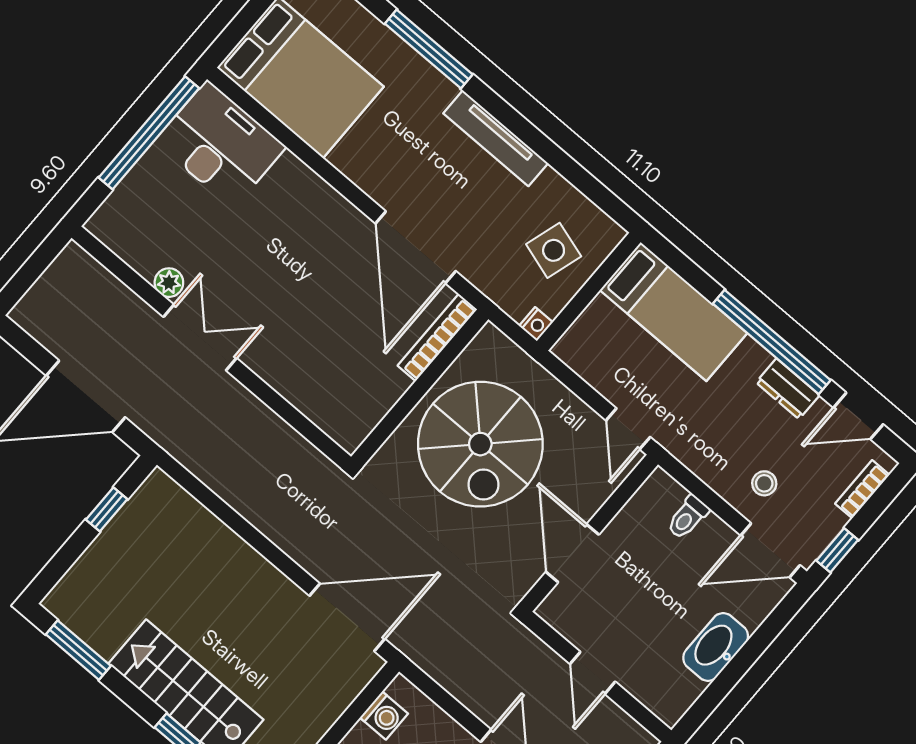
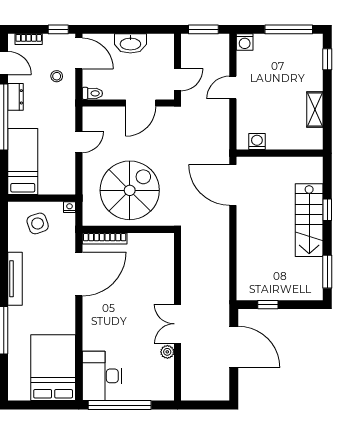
side table: (554, 250) -> (38, 223), turned -36
wall: (590, 533) -> (128, 103), moved
door: (572, 553) -> (141, 103), moved

